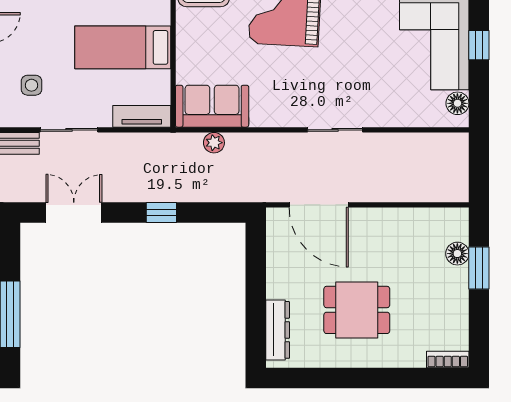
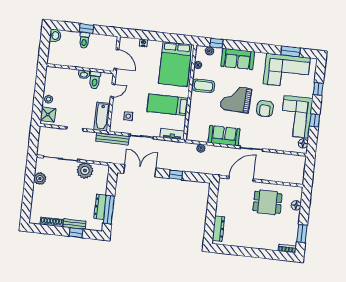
armchair: (357, 30) -> (265, 109), added
sofa: (212, 106) -> (224, 136), moved
door: (319, 205) -> (241, 179), swing flipped
double door: (74, 213) -> (140, 171), width x1.37
window: (479, 268) -> (302, 234), moved
dining table: (357, 310) -> (267, 202), moved

